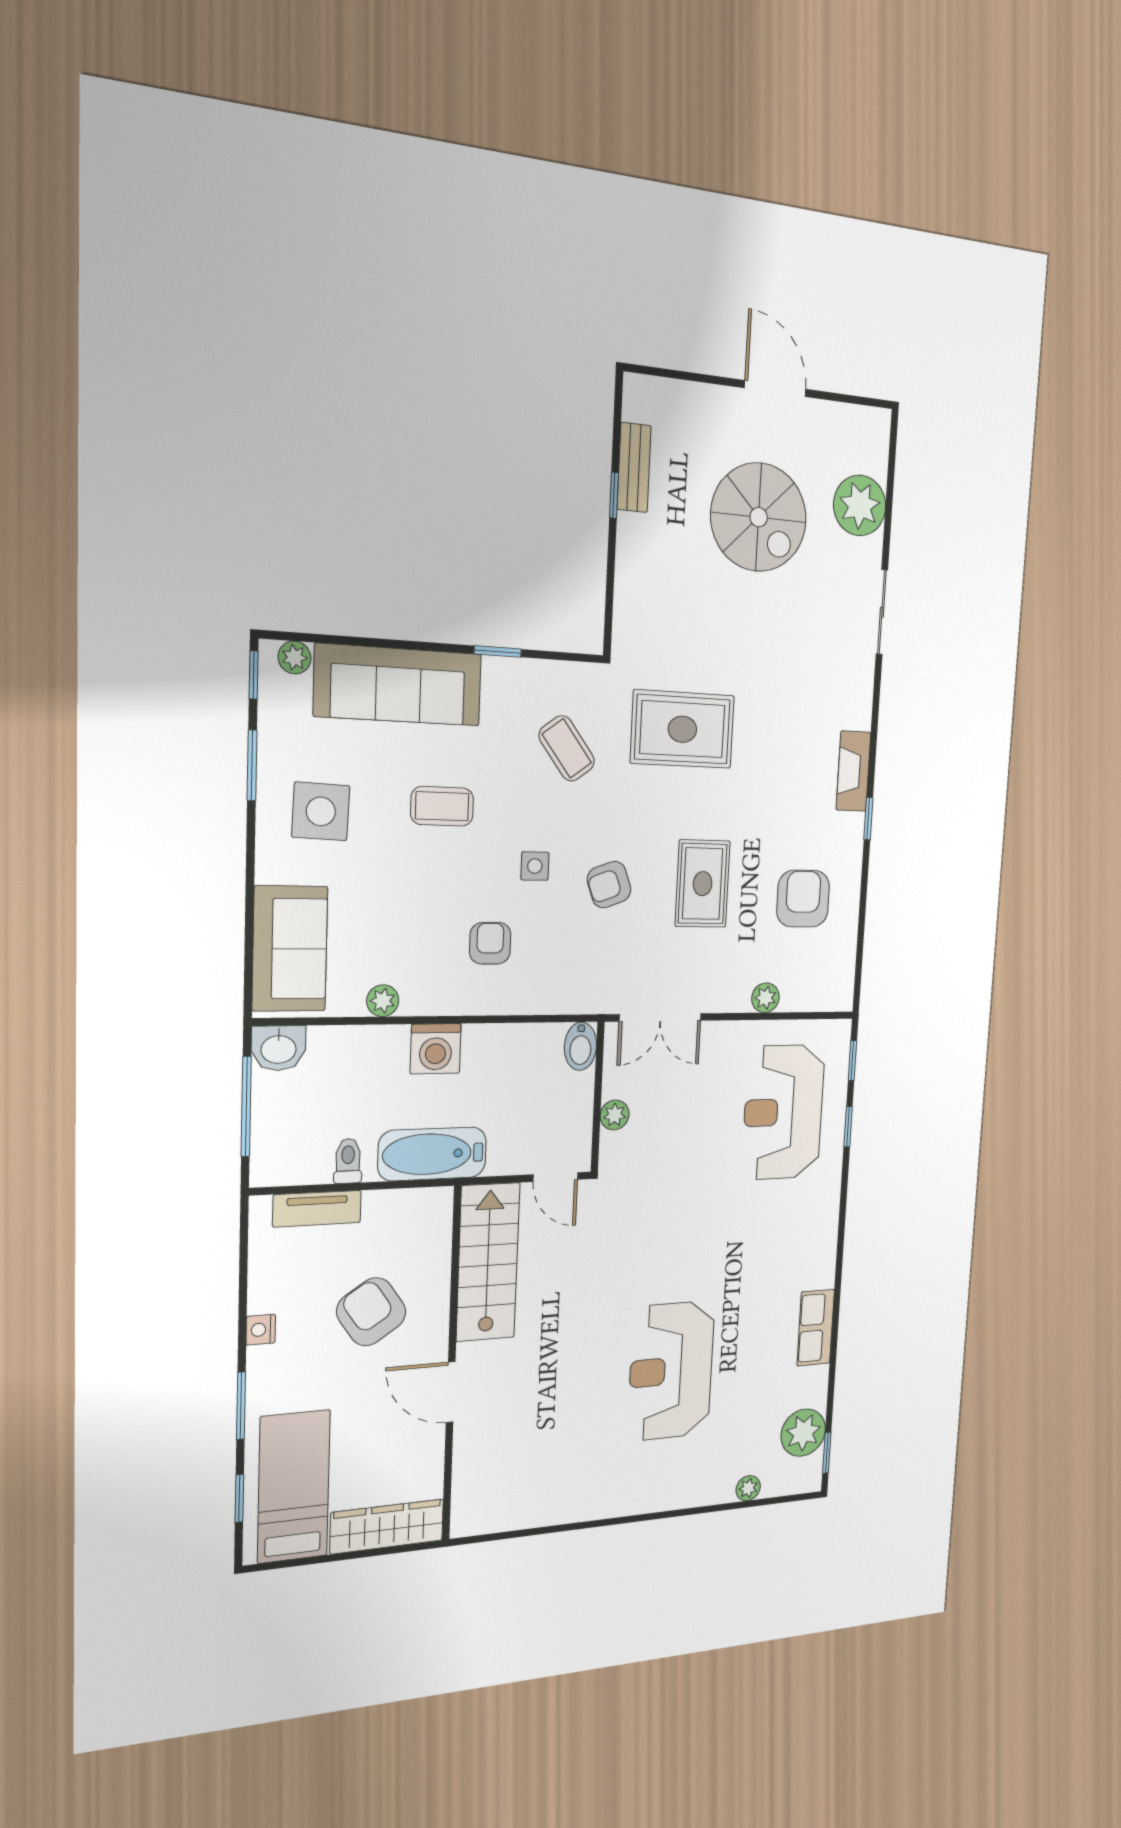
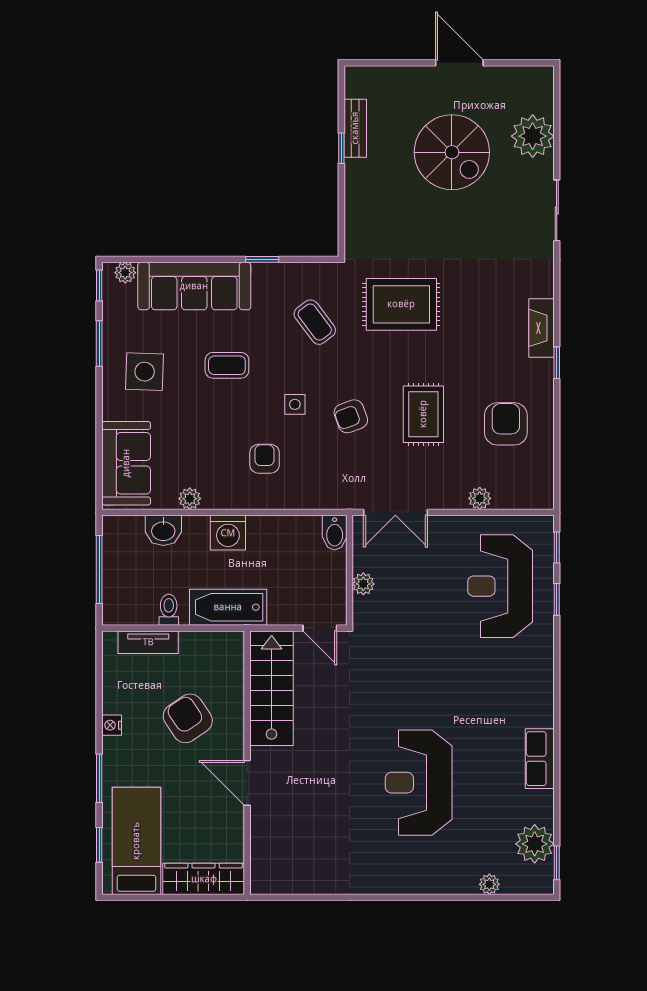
washbasin: (279, 1048) -> (163, 530), moved

